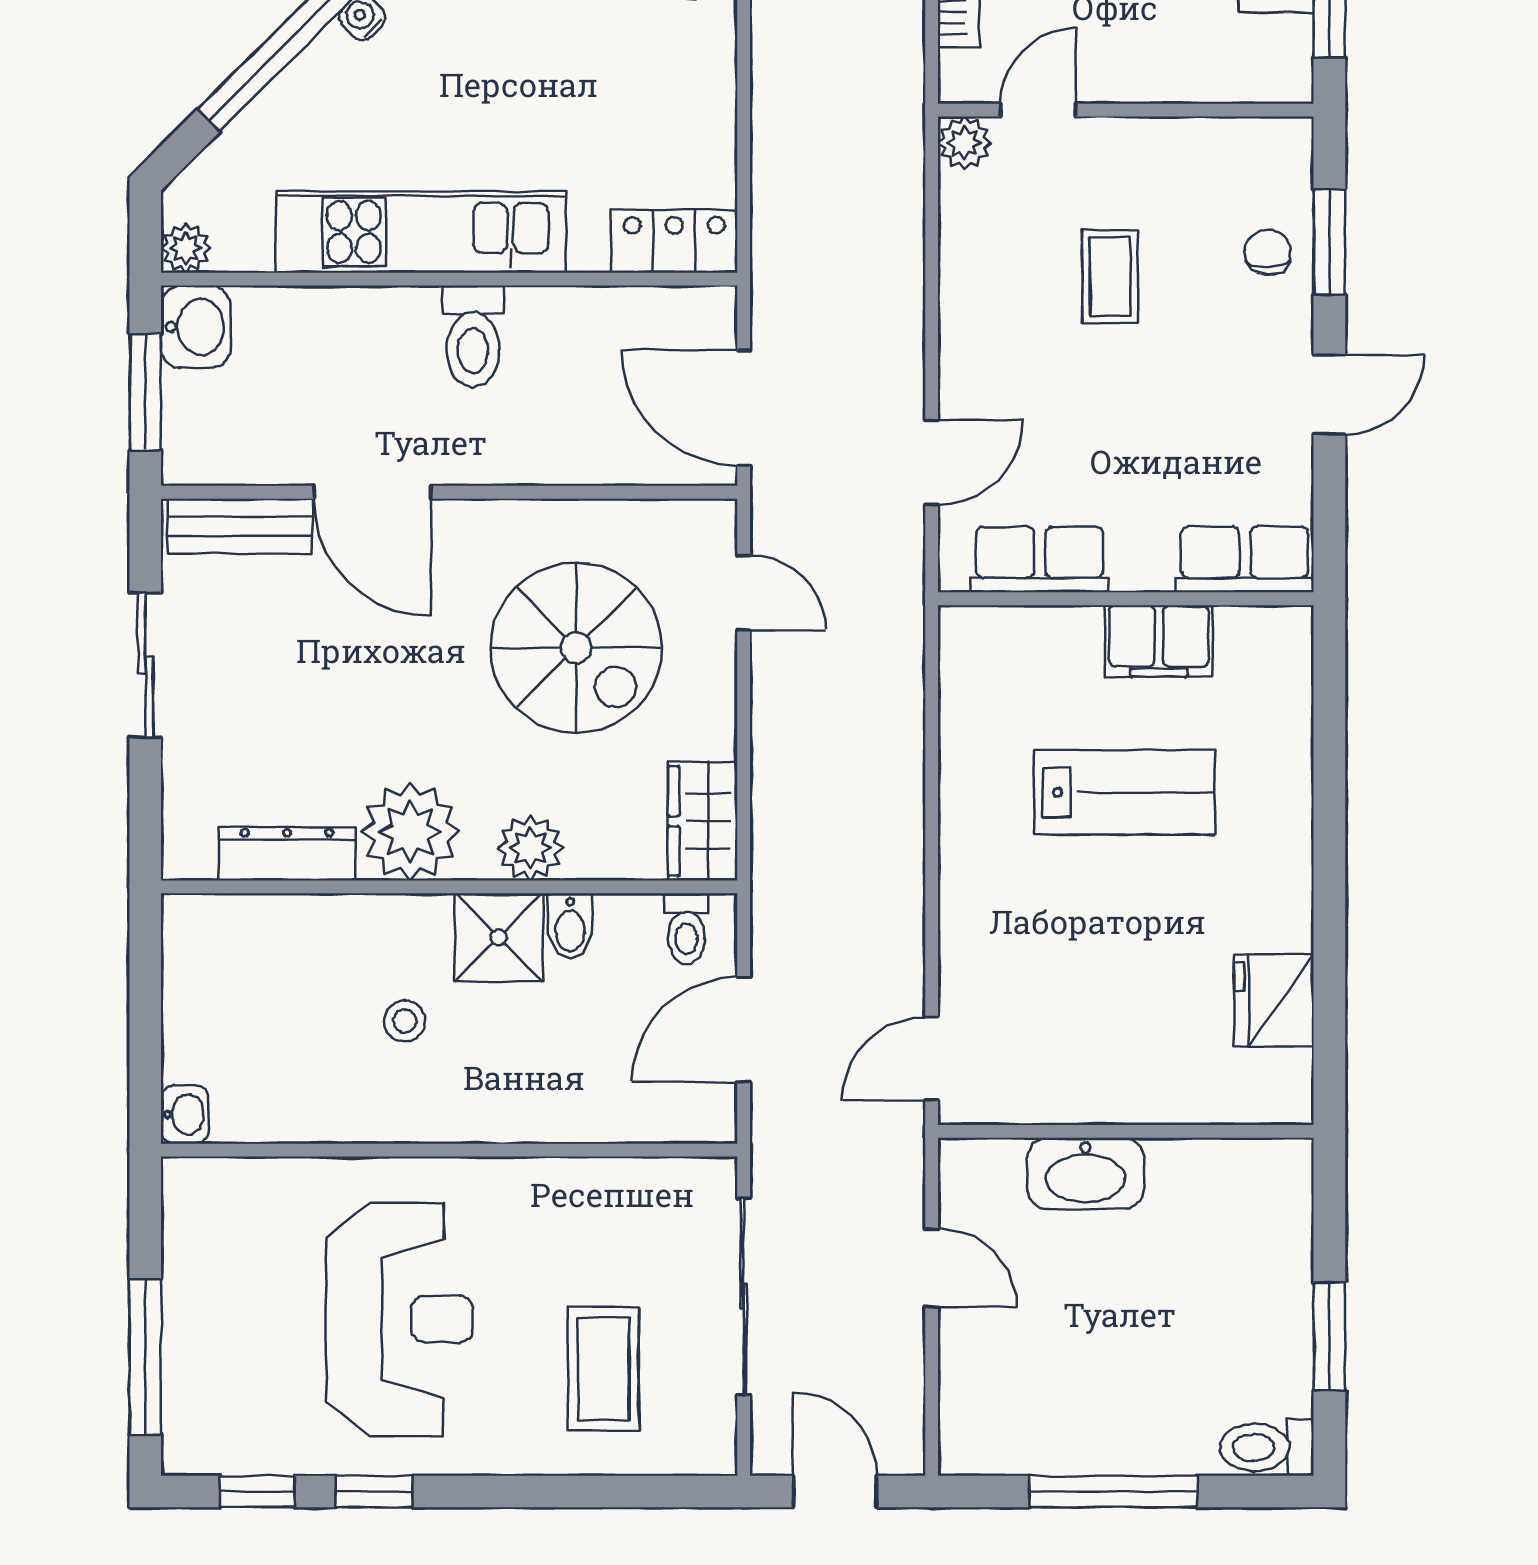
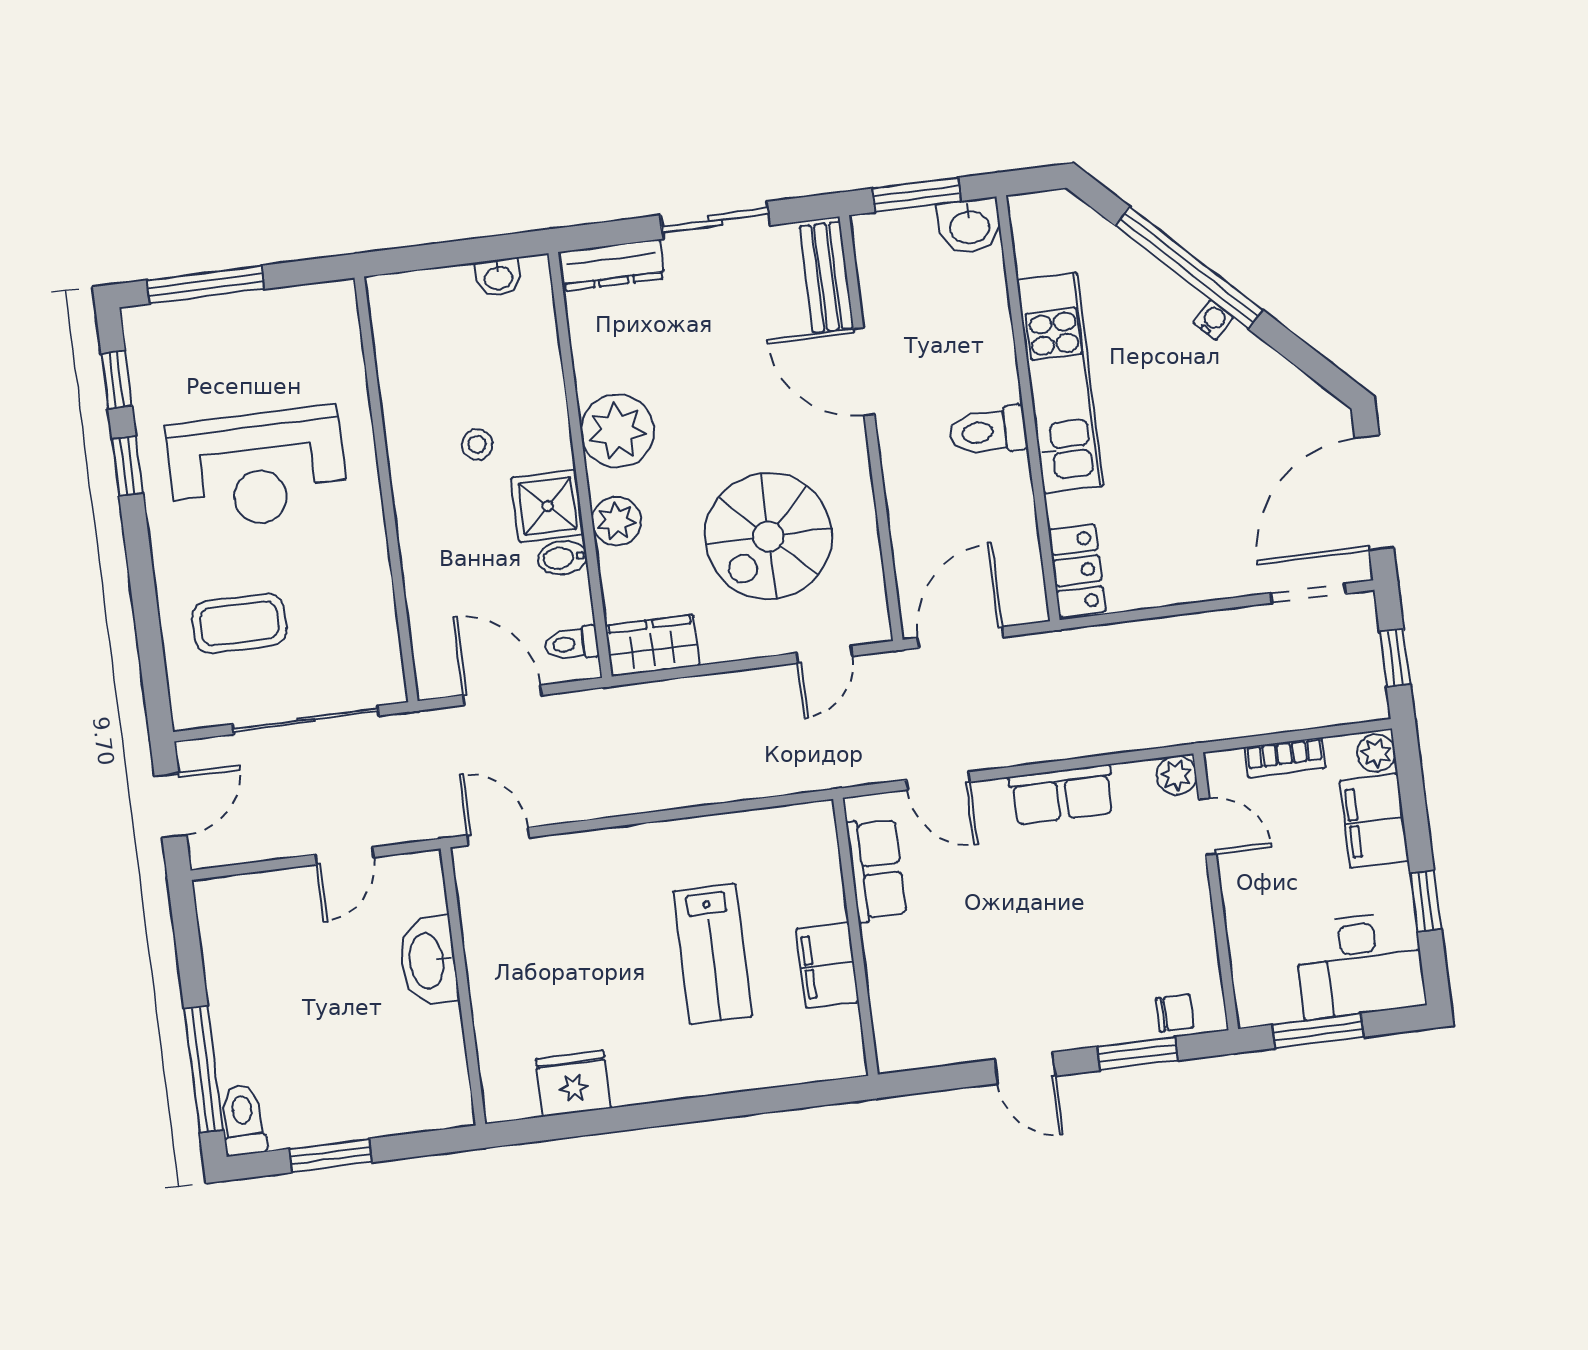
plant: (186, 248) -> (1026, 211), removed
chair: (1268, 252) -> (1175, 1013), moved
coffee table: (1110, 276) -> (1092, 895), removed
door: (372, 492) -> (864, 371), hinge flipped
row of seats: (1245, 559) -> (1062, 795), moved, turned 90
dresser: (287, 854) -> (612, 265), moved, turned 90
washbasin: (185, 1114) -> (498, 277), moved
window: (1113, 1492) -> (204, 1069), moved

